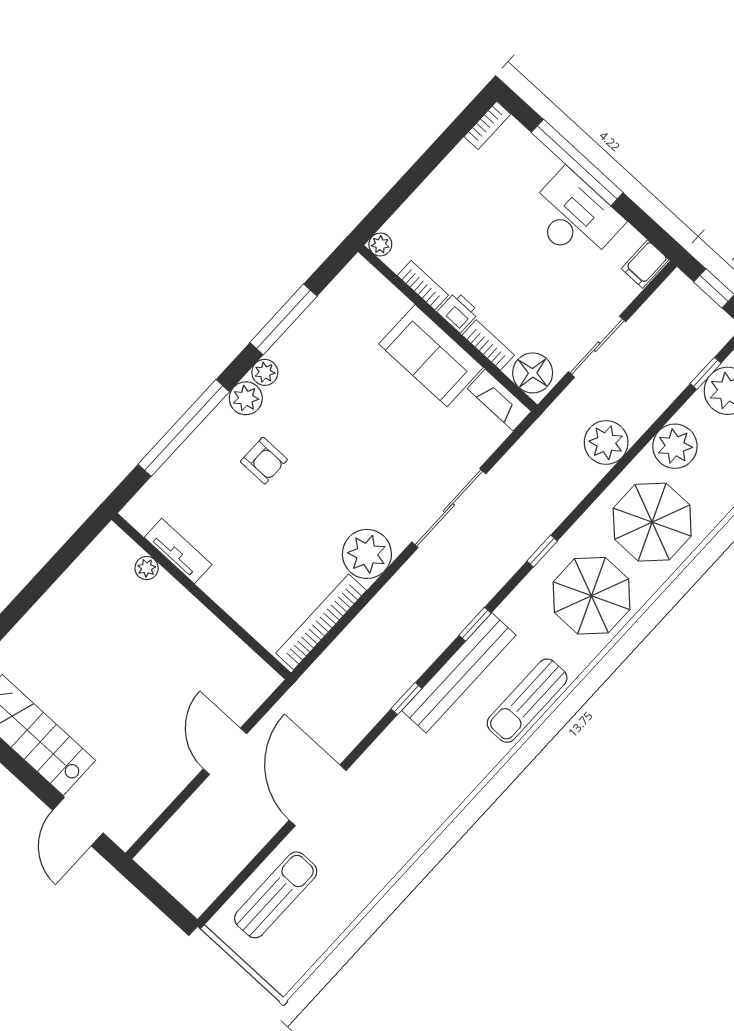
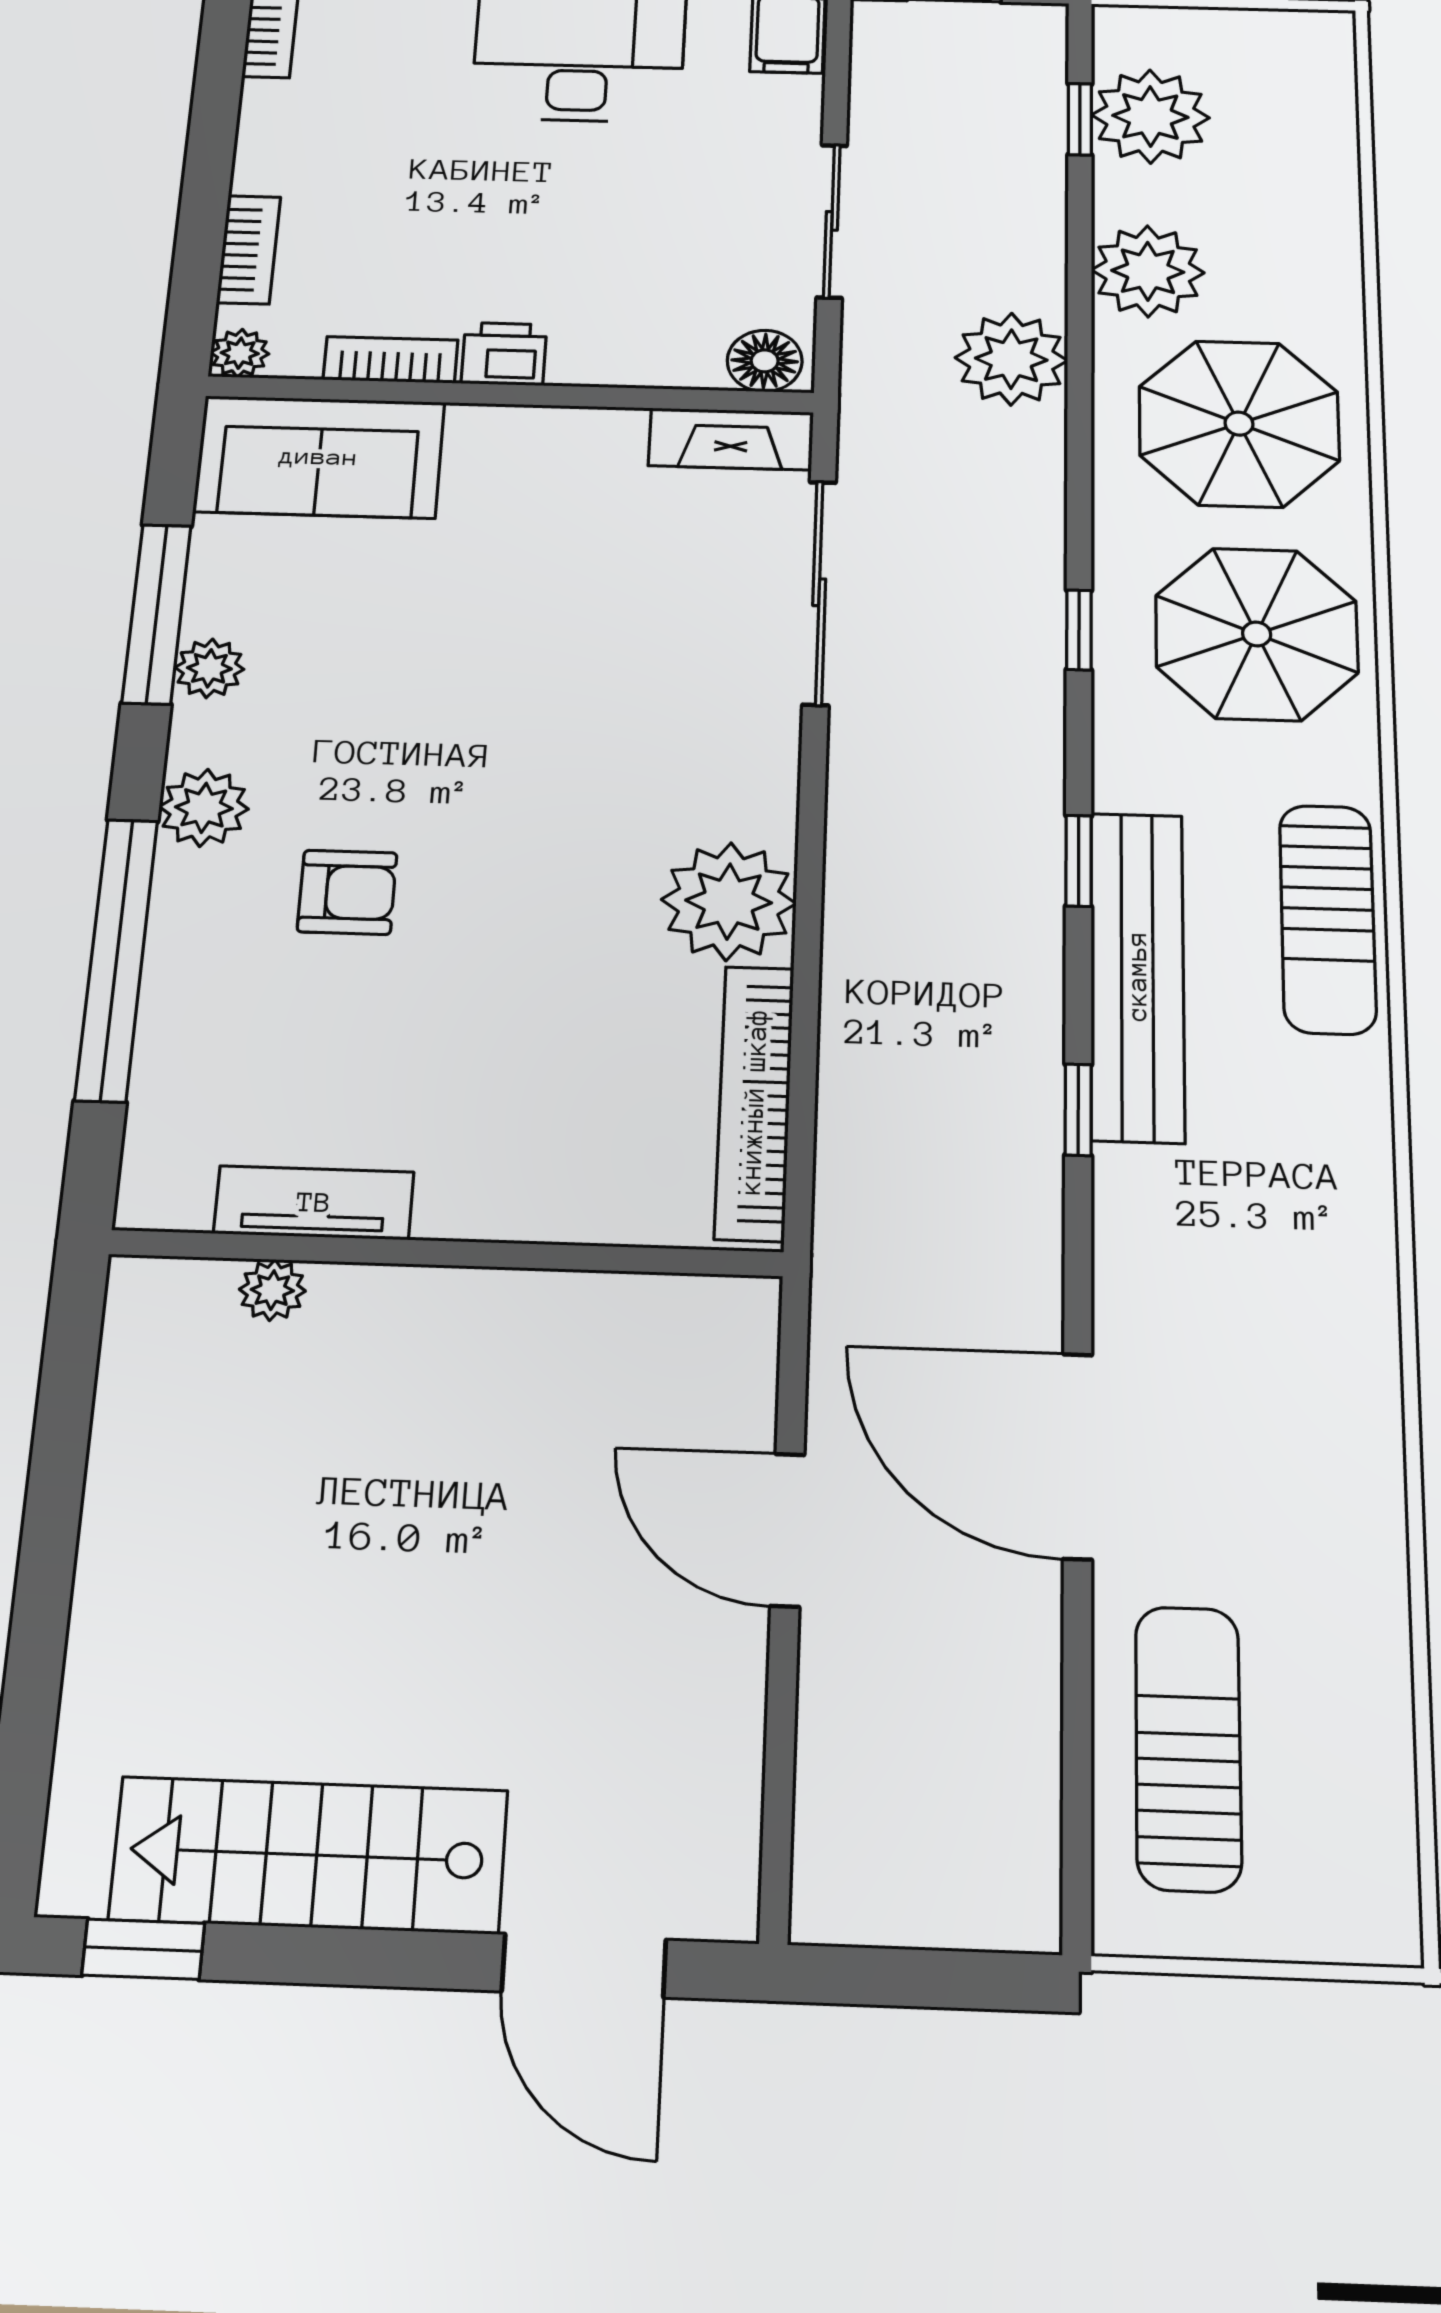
bookcase: (488, 345) -> (249, 250), moved, turned 90
sofa: (431, 356) -> (319, 457), moved
plant: (265, 372) -> (209, 668), moved
floor lamp: (533, 373) -> (765, 361), width x0.73, depth x0.73
sliding door: (449, 508) -> (819, 592), moved

